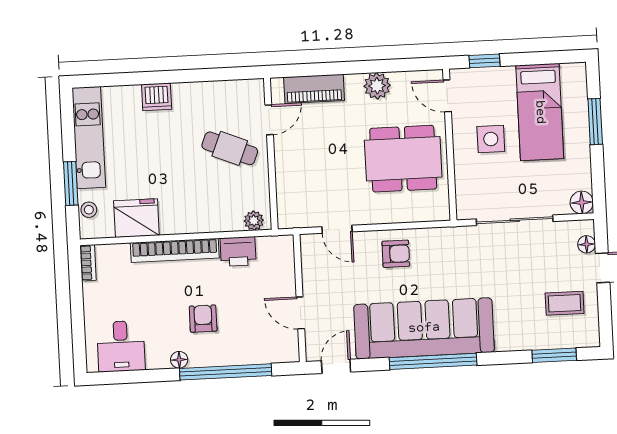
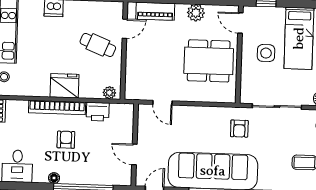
fridge: (136, 218) -> (64, 86), moved
armchair: (396, 254) -> (239, 129), moved, turned 90
armchair: (203, 319) -> (66, 140), moved

